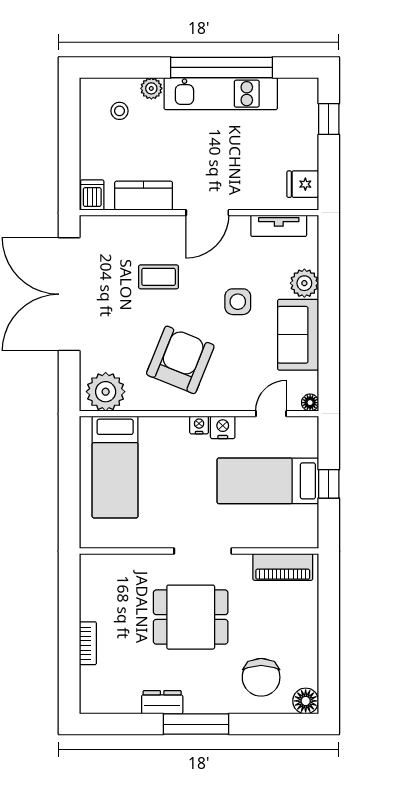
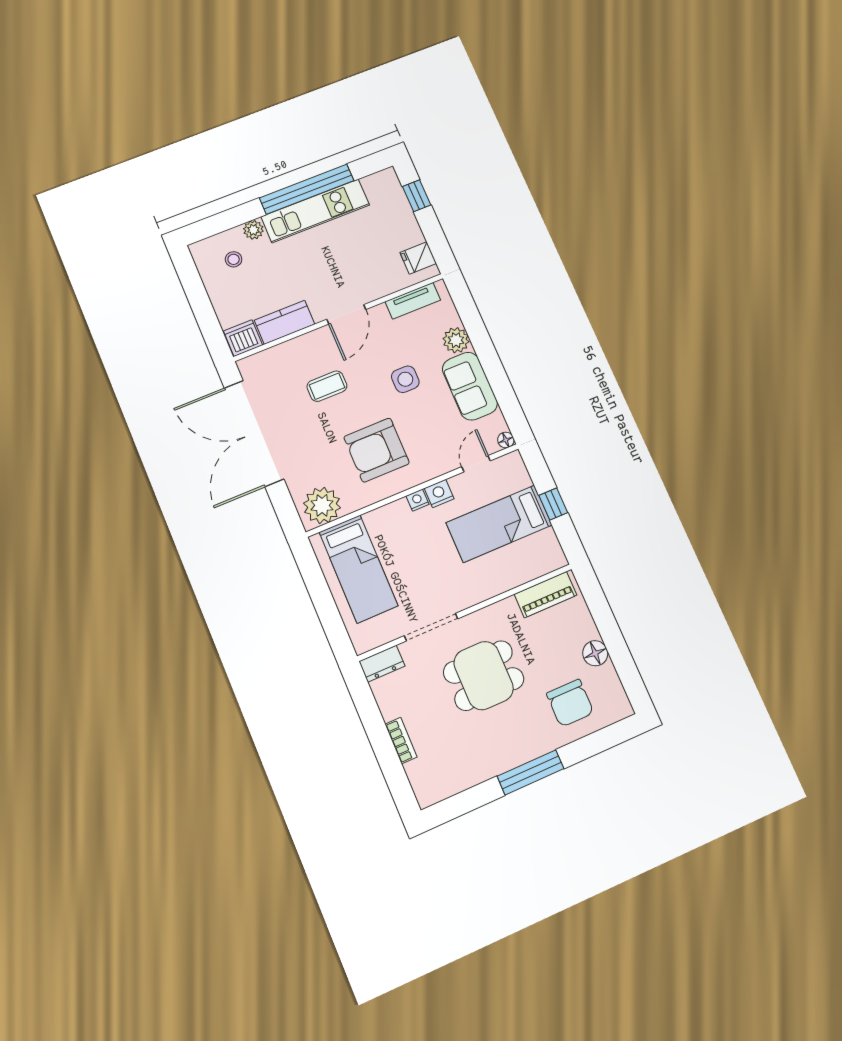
dishwasher: (92, 195) -> (243, 338), width x1.38
armchair: (180, 360) -> (377, 450), turned -112
doorway: (203, 551) -> (431, 627), moved
floor lamp: (306, 701) -> (595, 653), moved
dresser: (162, 702) -> (382, 664), moved, turned 180

